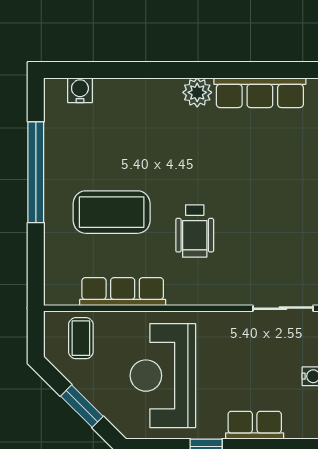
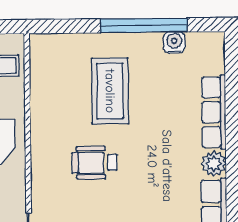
water cooler: (80, 90) -> (174, 42), moved, turned -90
row of seats: (123, 292) -> (214, 112), moved, turned 180

